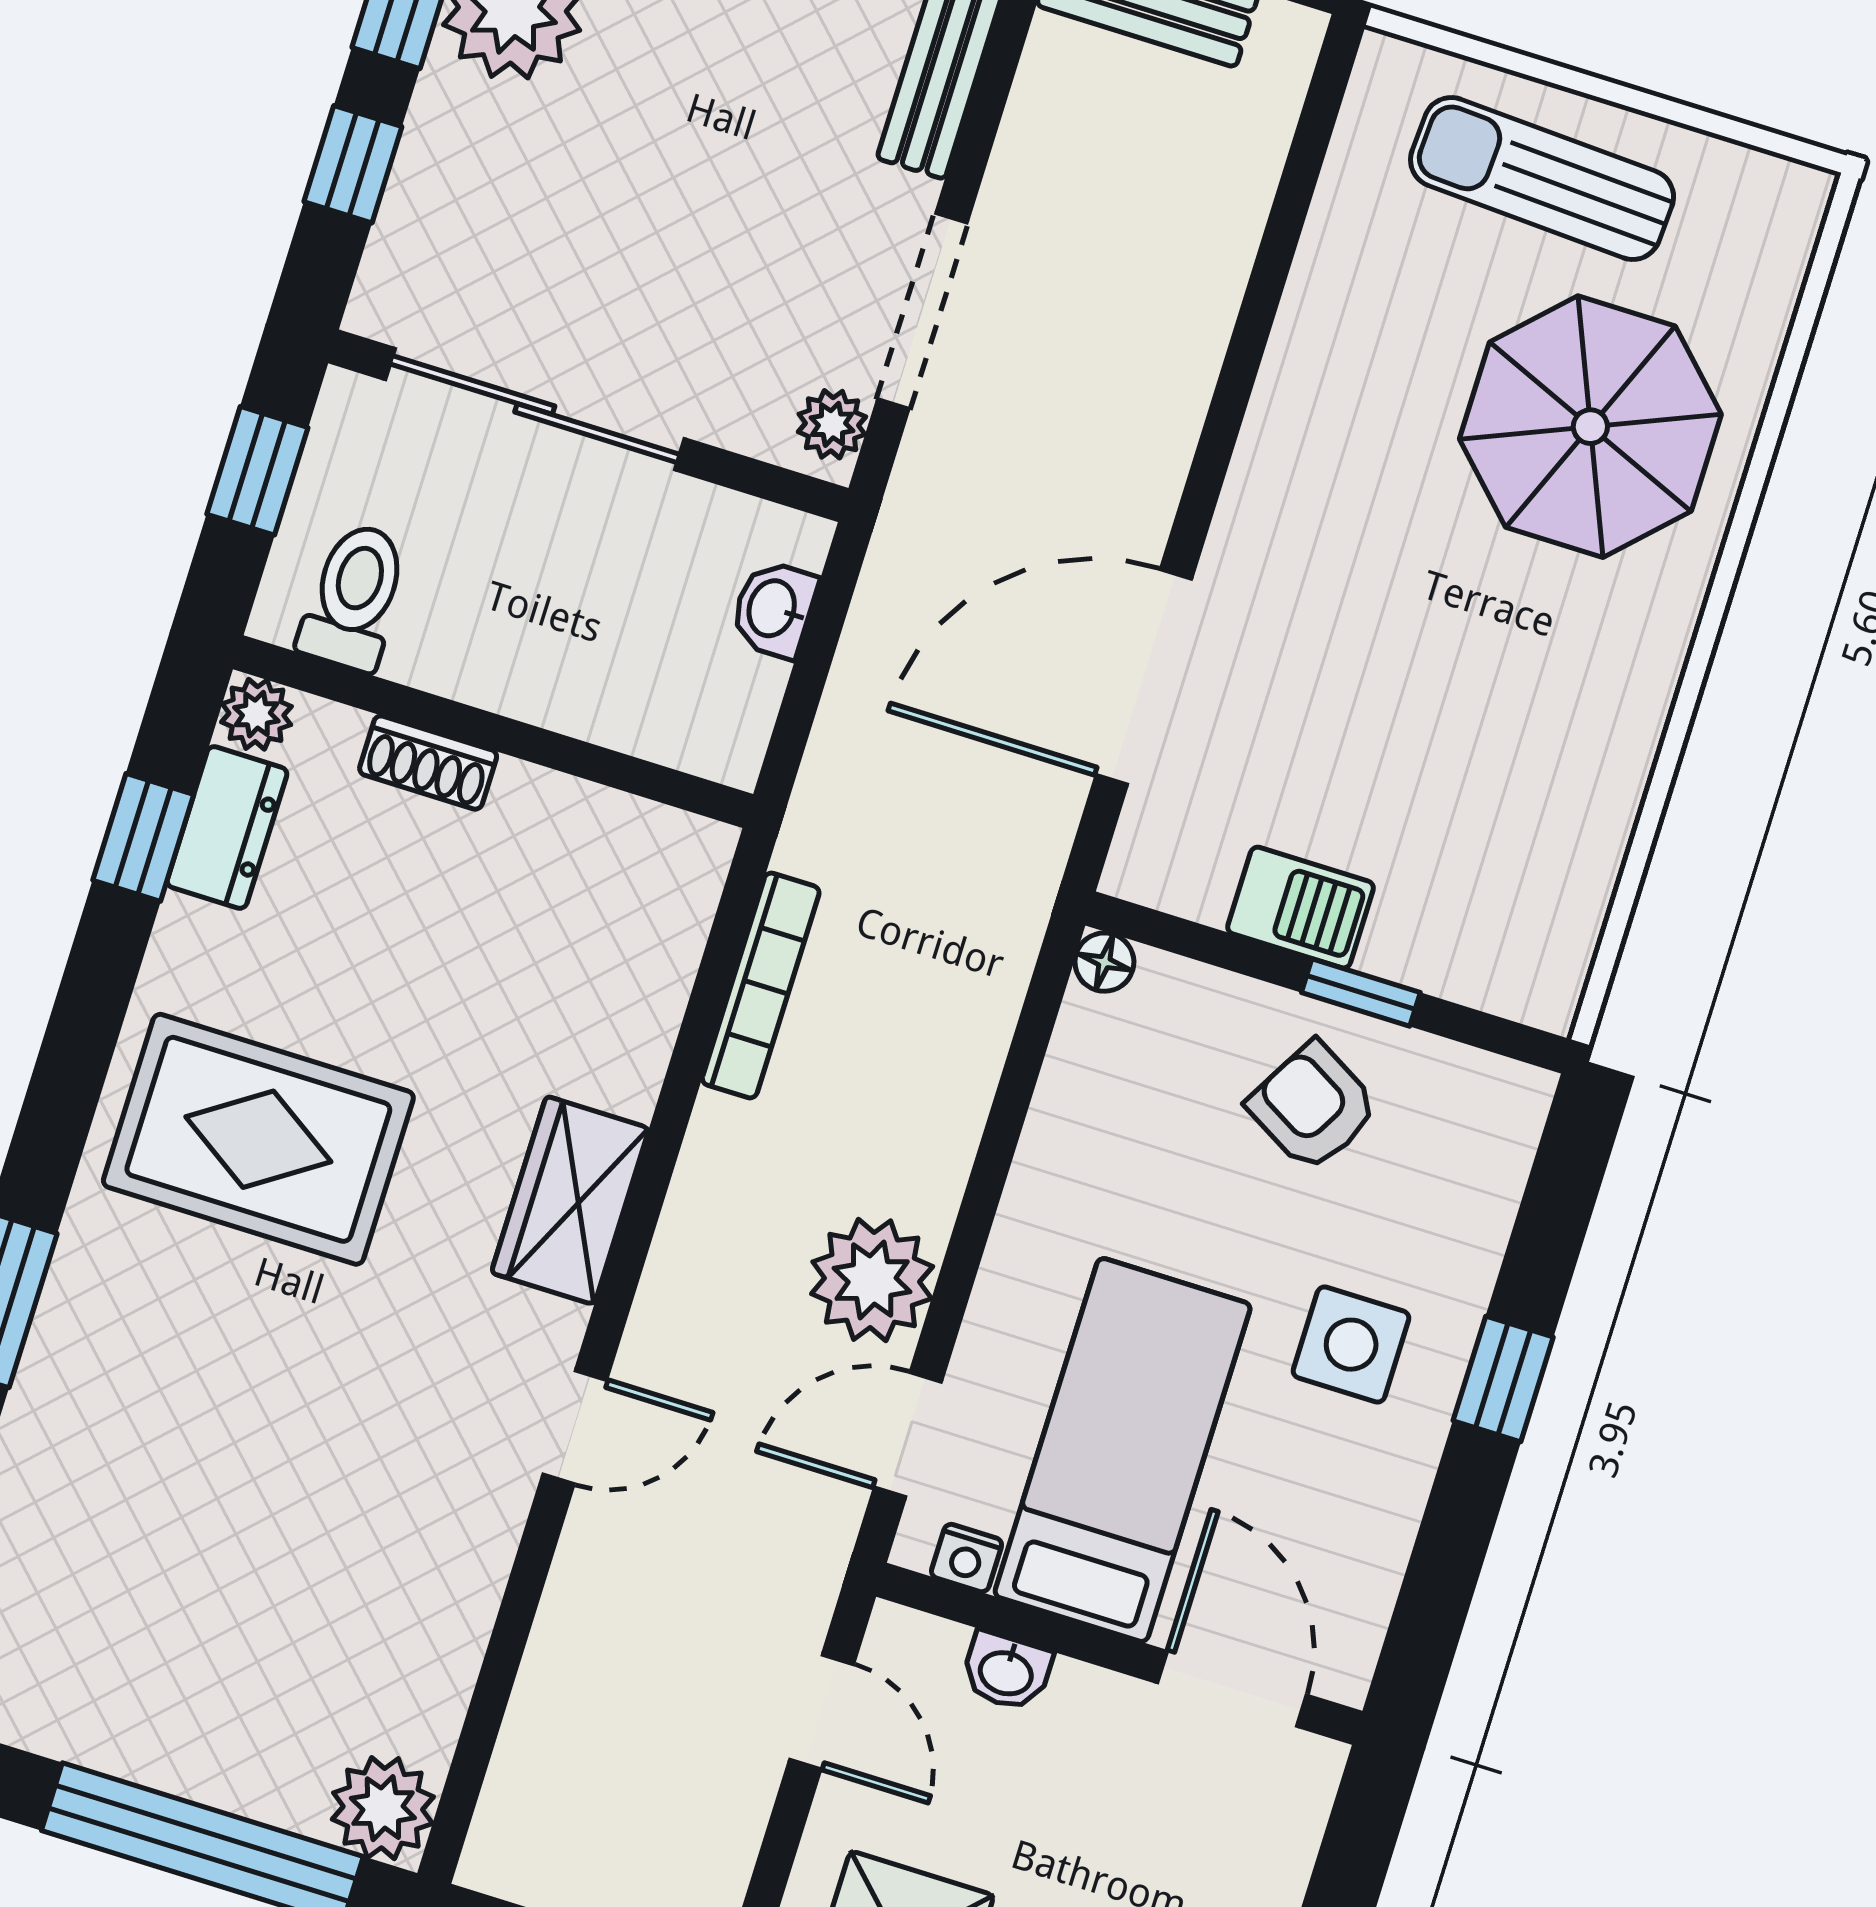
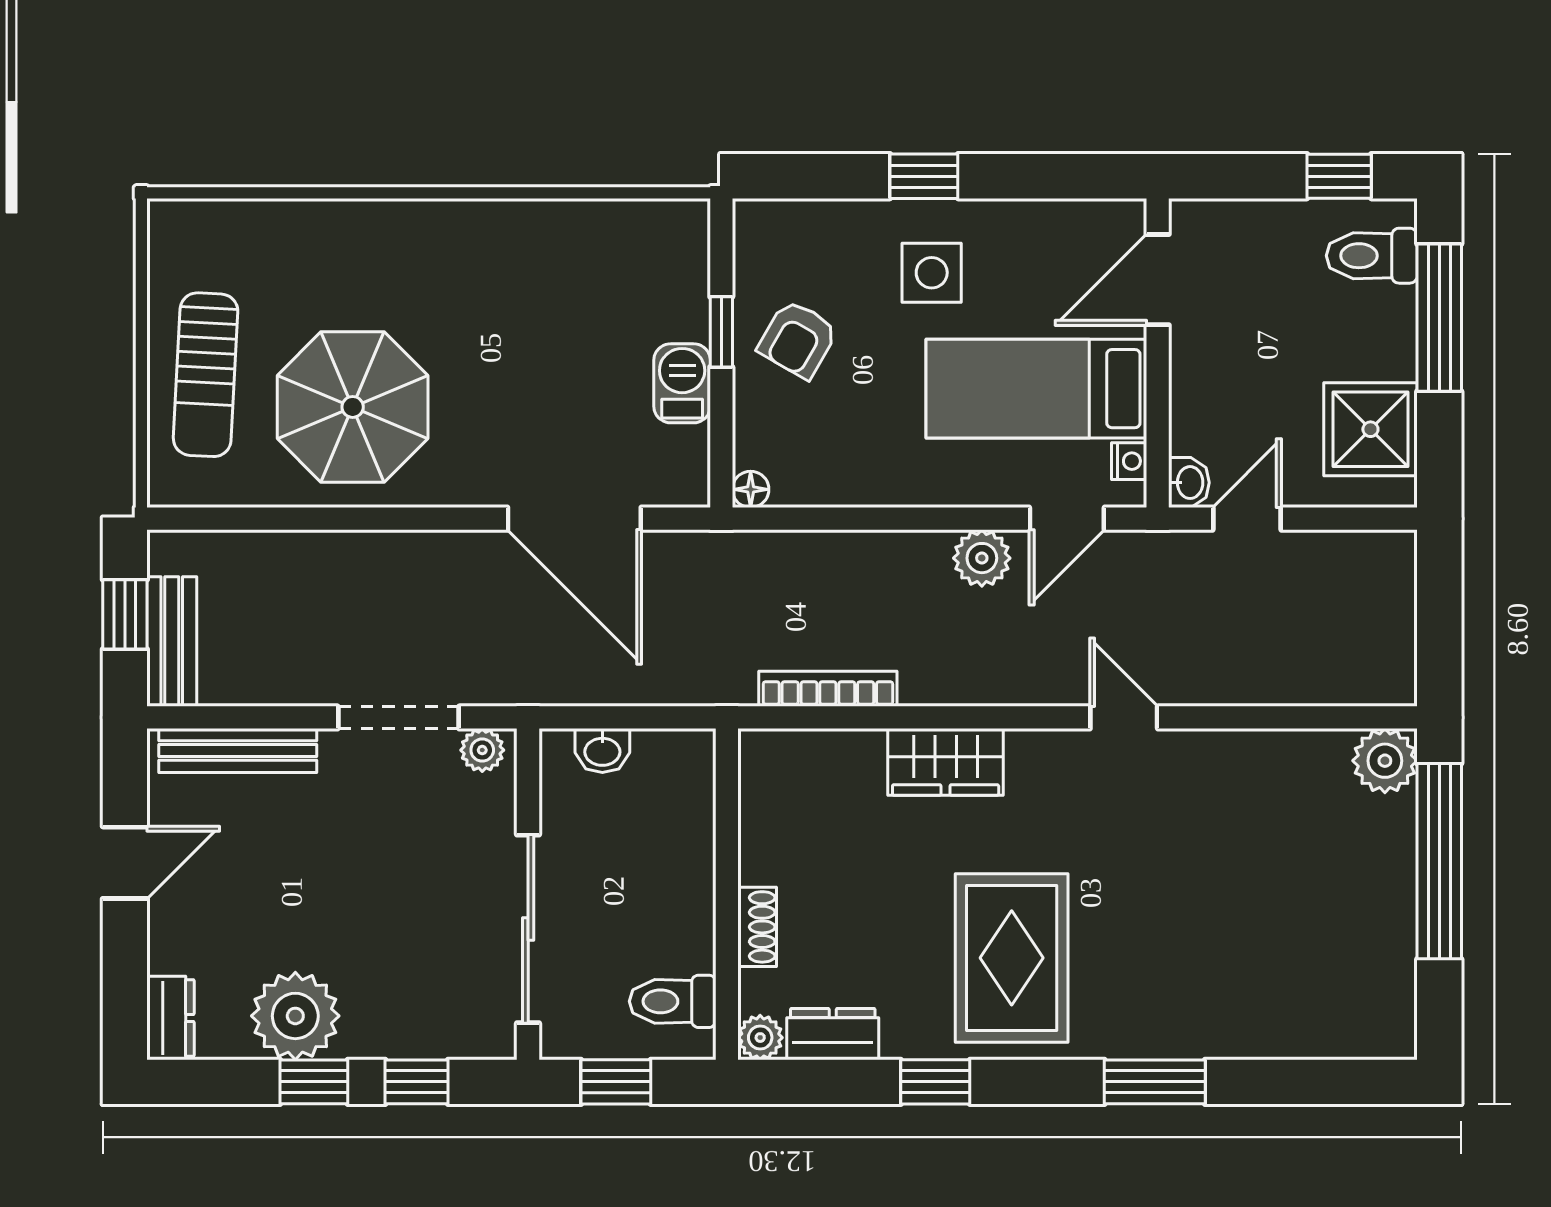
parasol: (1590, 427) -> (353, 407), moved
window: (143, 837) -> (935, 1082), moved
wardrobe: (570, 1200) -> (946, 762), moved
plant: (872, 1280) -> (982, 558), width x0.73, depth x0.73
door: (908, 1435) -> (1067, 519), hinge flipped
washbasin: (1006, 1671) -> (1189, 483), moved

